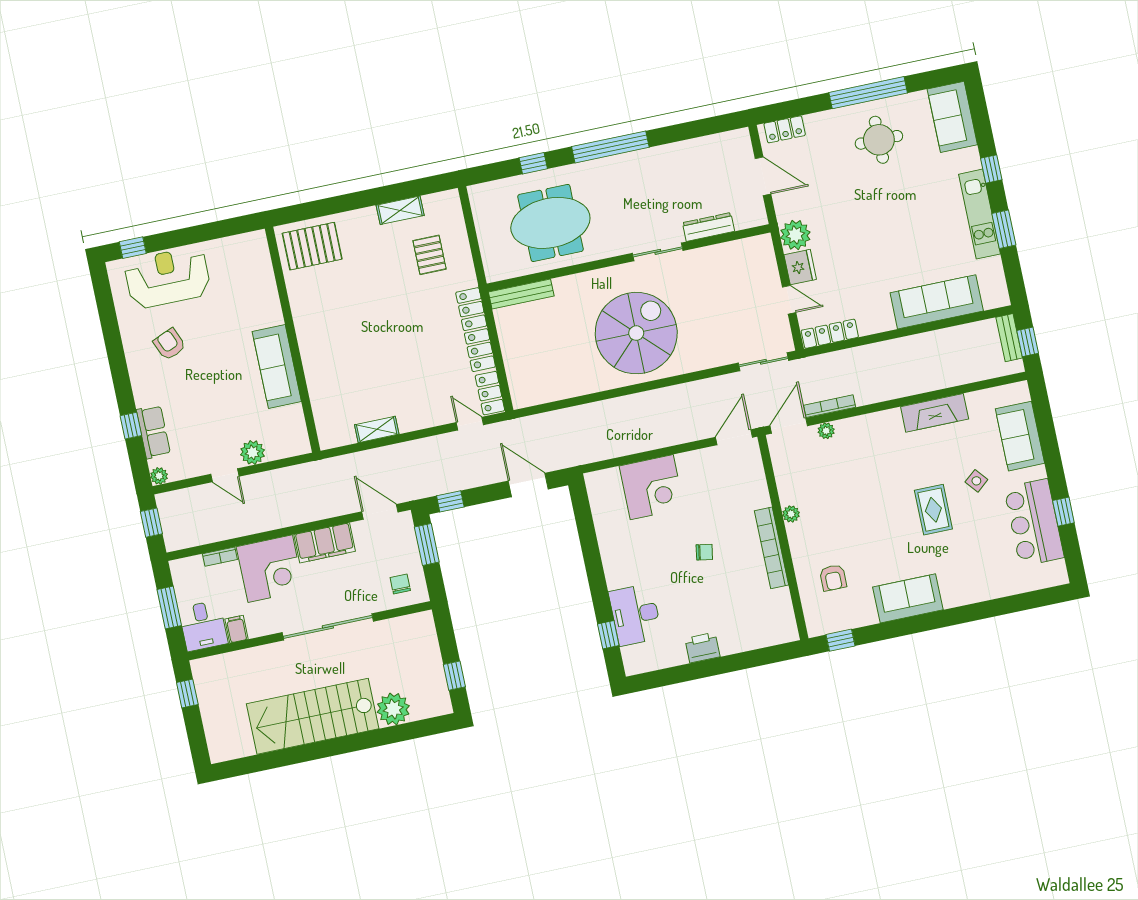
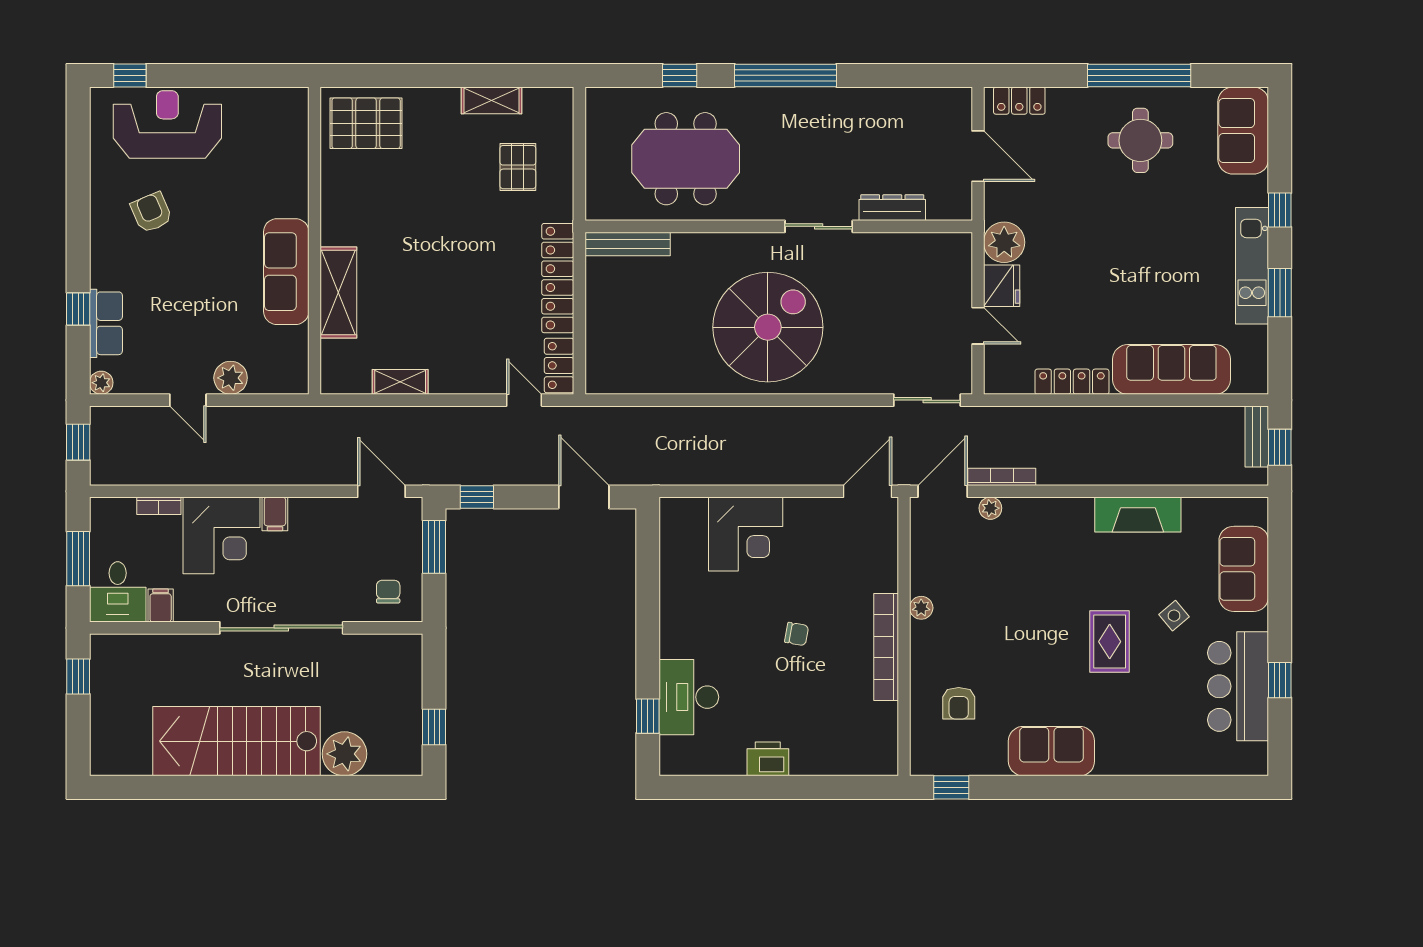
locker: (830, 334) -> (1072, 382), moved
shelving: (318, 374) -> (338, 292), added
filing cabinet: (325, 543) -> (275, 514), width x0.33, depth x0.86

